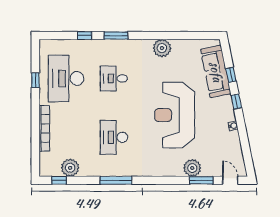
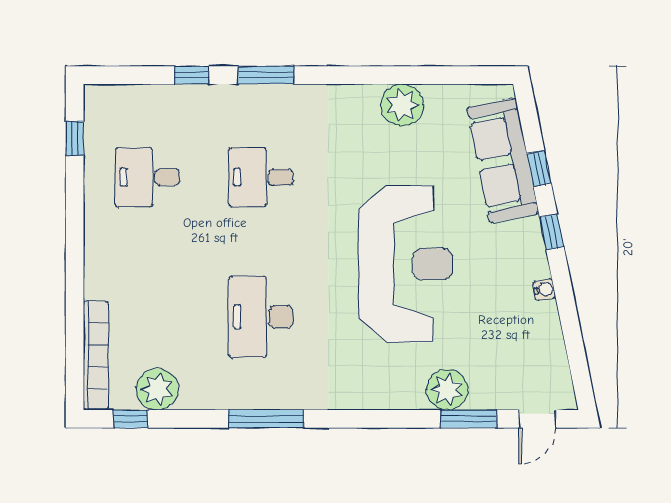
plant: (162, 48) -> (402, 105), moved
desk: (66, 78) -> (147, 177), width x0.53, depth x0.77
window: (35, 80) -> (75, 139), moved
reception desk: (175, 115) -> (405, 264), turned 180
bookcase: (44, 128) -> (96, 356), moved
door: (230, 180) -> (537, 419), swing flipped

